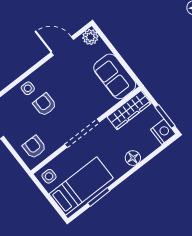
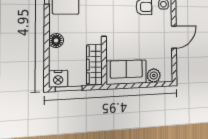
plant: (90, 37) -> (154, 76), moved
door: (62, 46) -> (174, 37), moved

